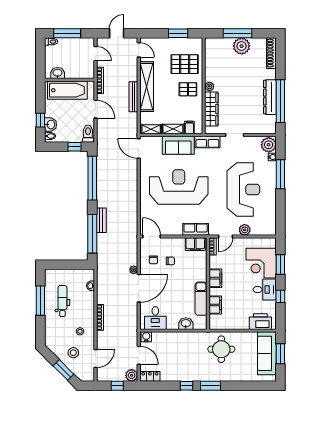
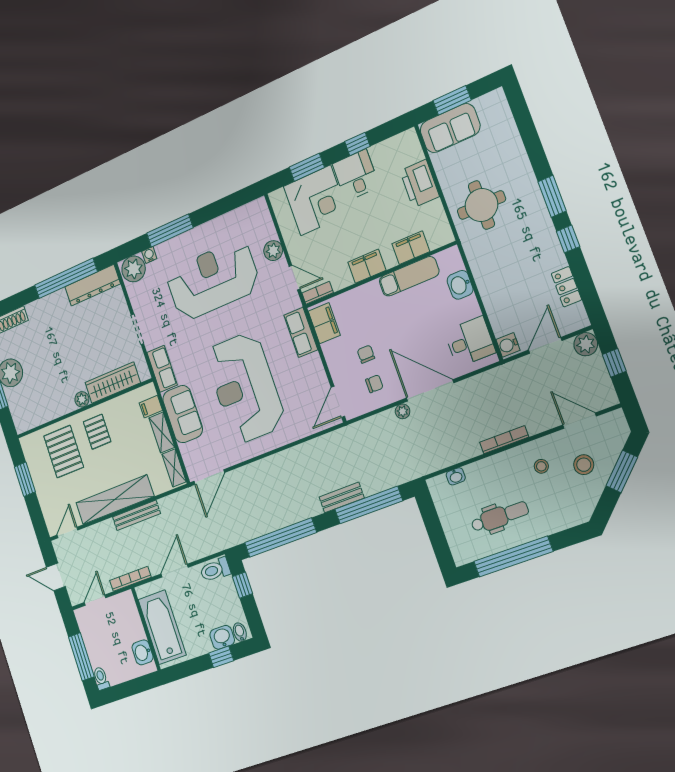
dresser: (270, 97) -> (93, 285), moved
window: (40, 301) -> (513, 556), width x1.46
dental chair: (62, 301) -> (500, 517), turned 180
printer: (260, 322) -> (420, 184), moved
sofa: (267, 353) -> (450, 128), width x0.73
locker: (150, 376) -> (566, 287), moved

